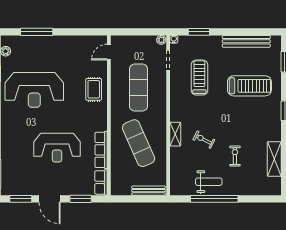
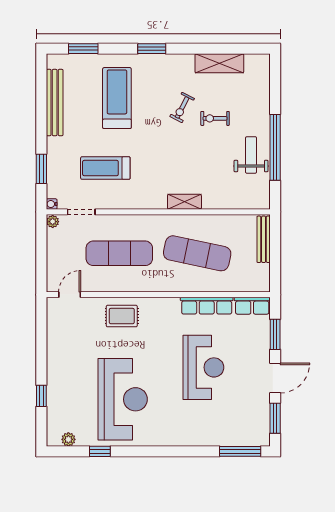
window: (37, 32) -> (41, 396), width x0.46
door: (109, 52) -> (70, 295), swing flipped
exercise bike: (204, 140) -> (182, 107), moved
exercise mat: (139, 143) -> (197, 253), turned 36

